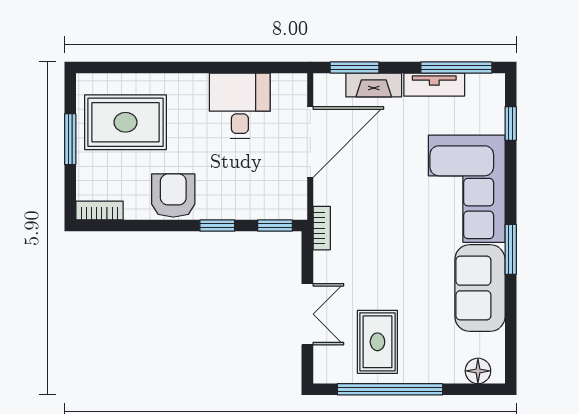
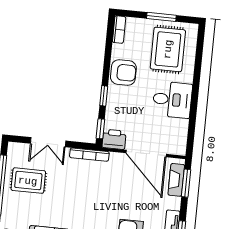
fireplace: (374, 85) -> (176, 180), moved
desk: (240, 106) -> (172, 100), moved
printer: (291, 200) -> (114, 139), added
bookcase: (322, 228) -> (89, 155), width x1.56

